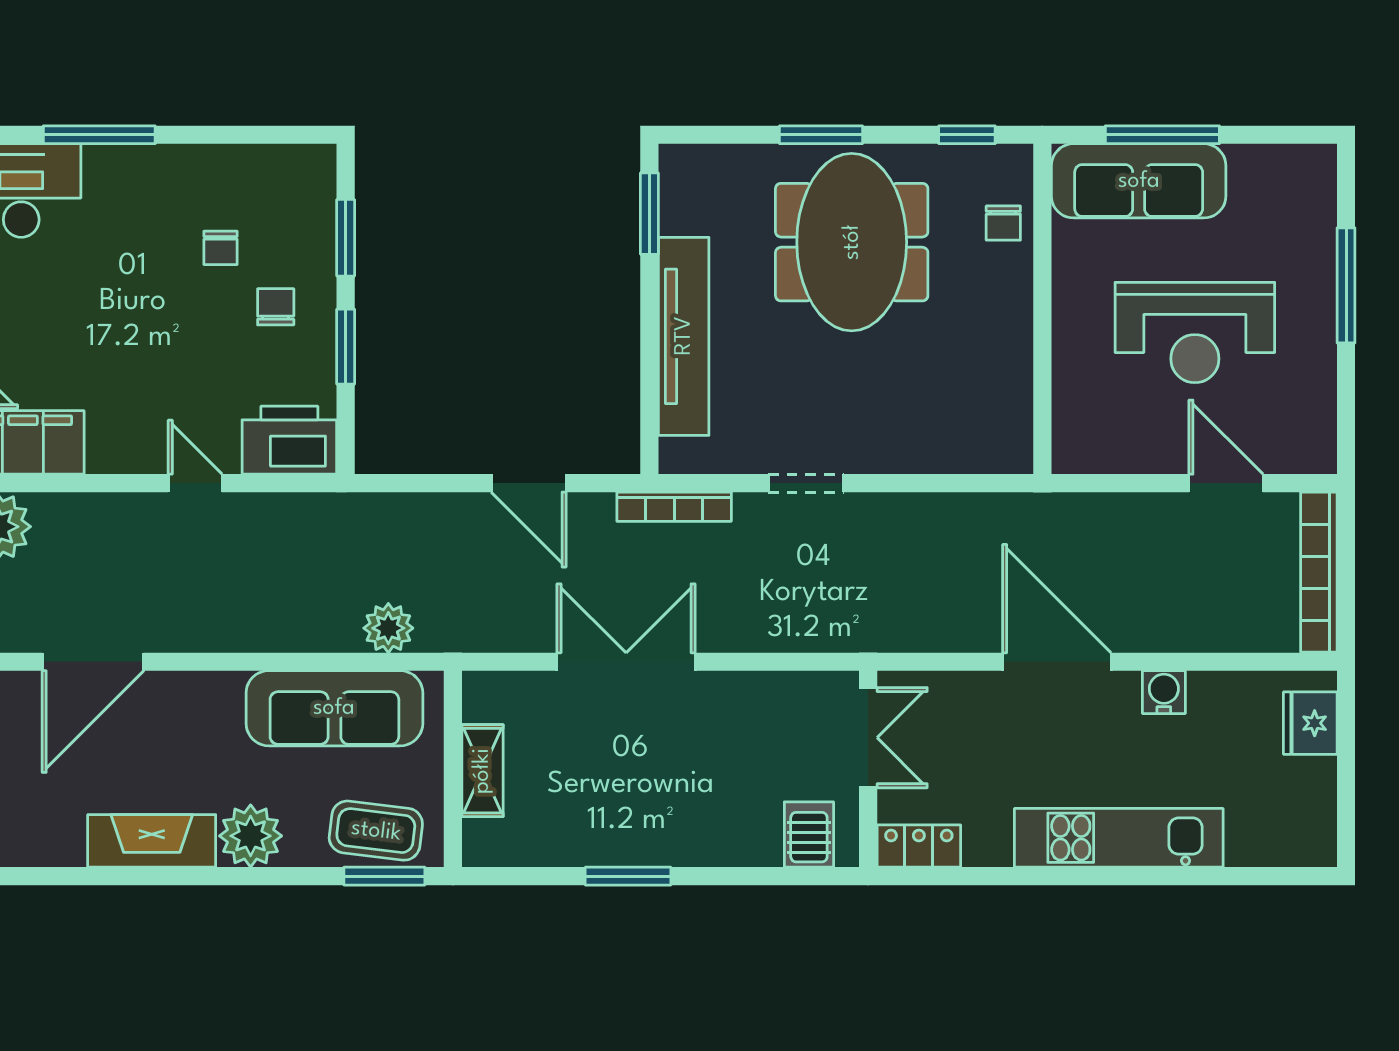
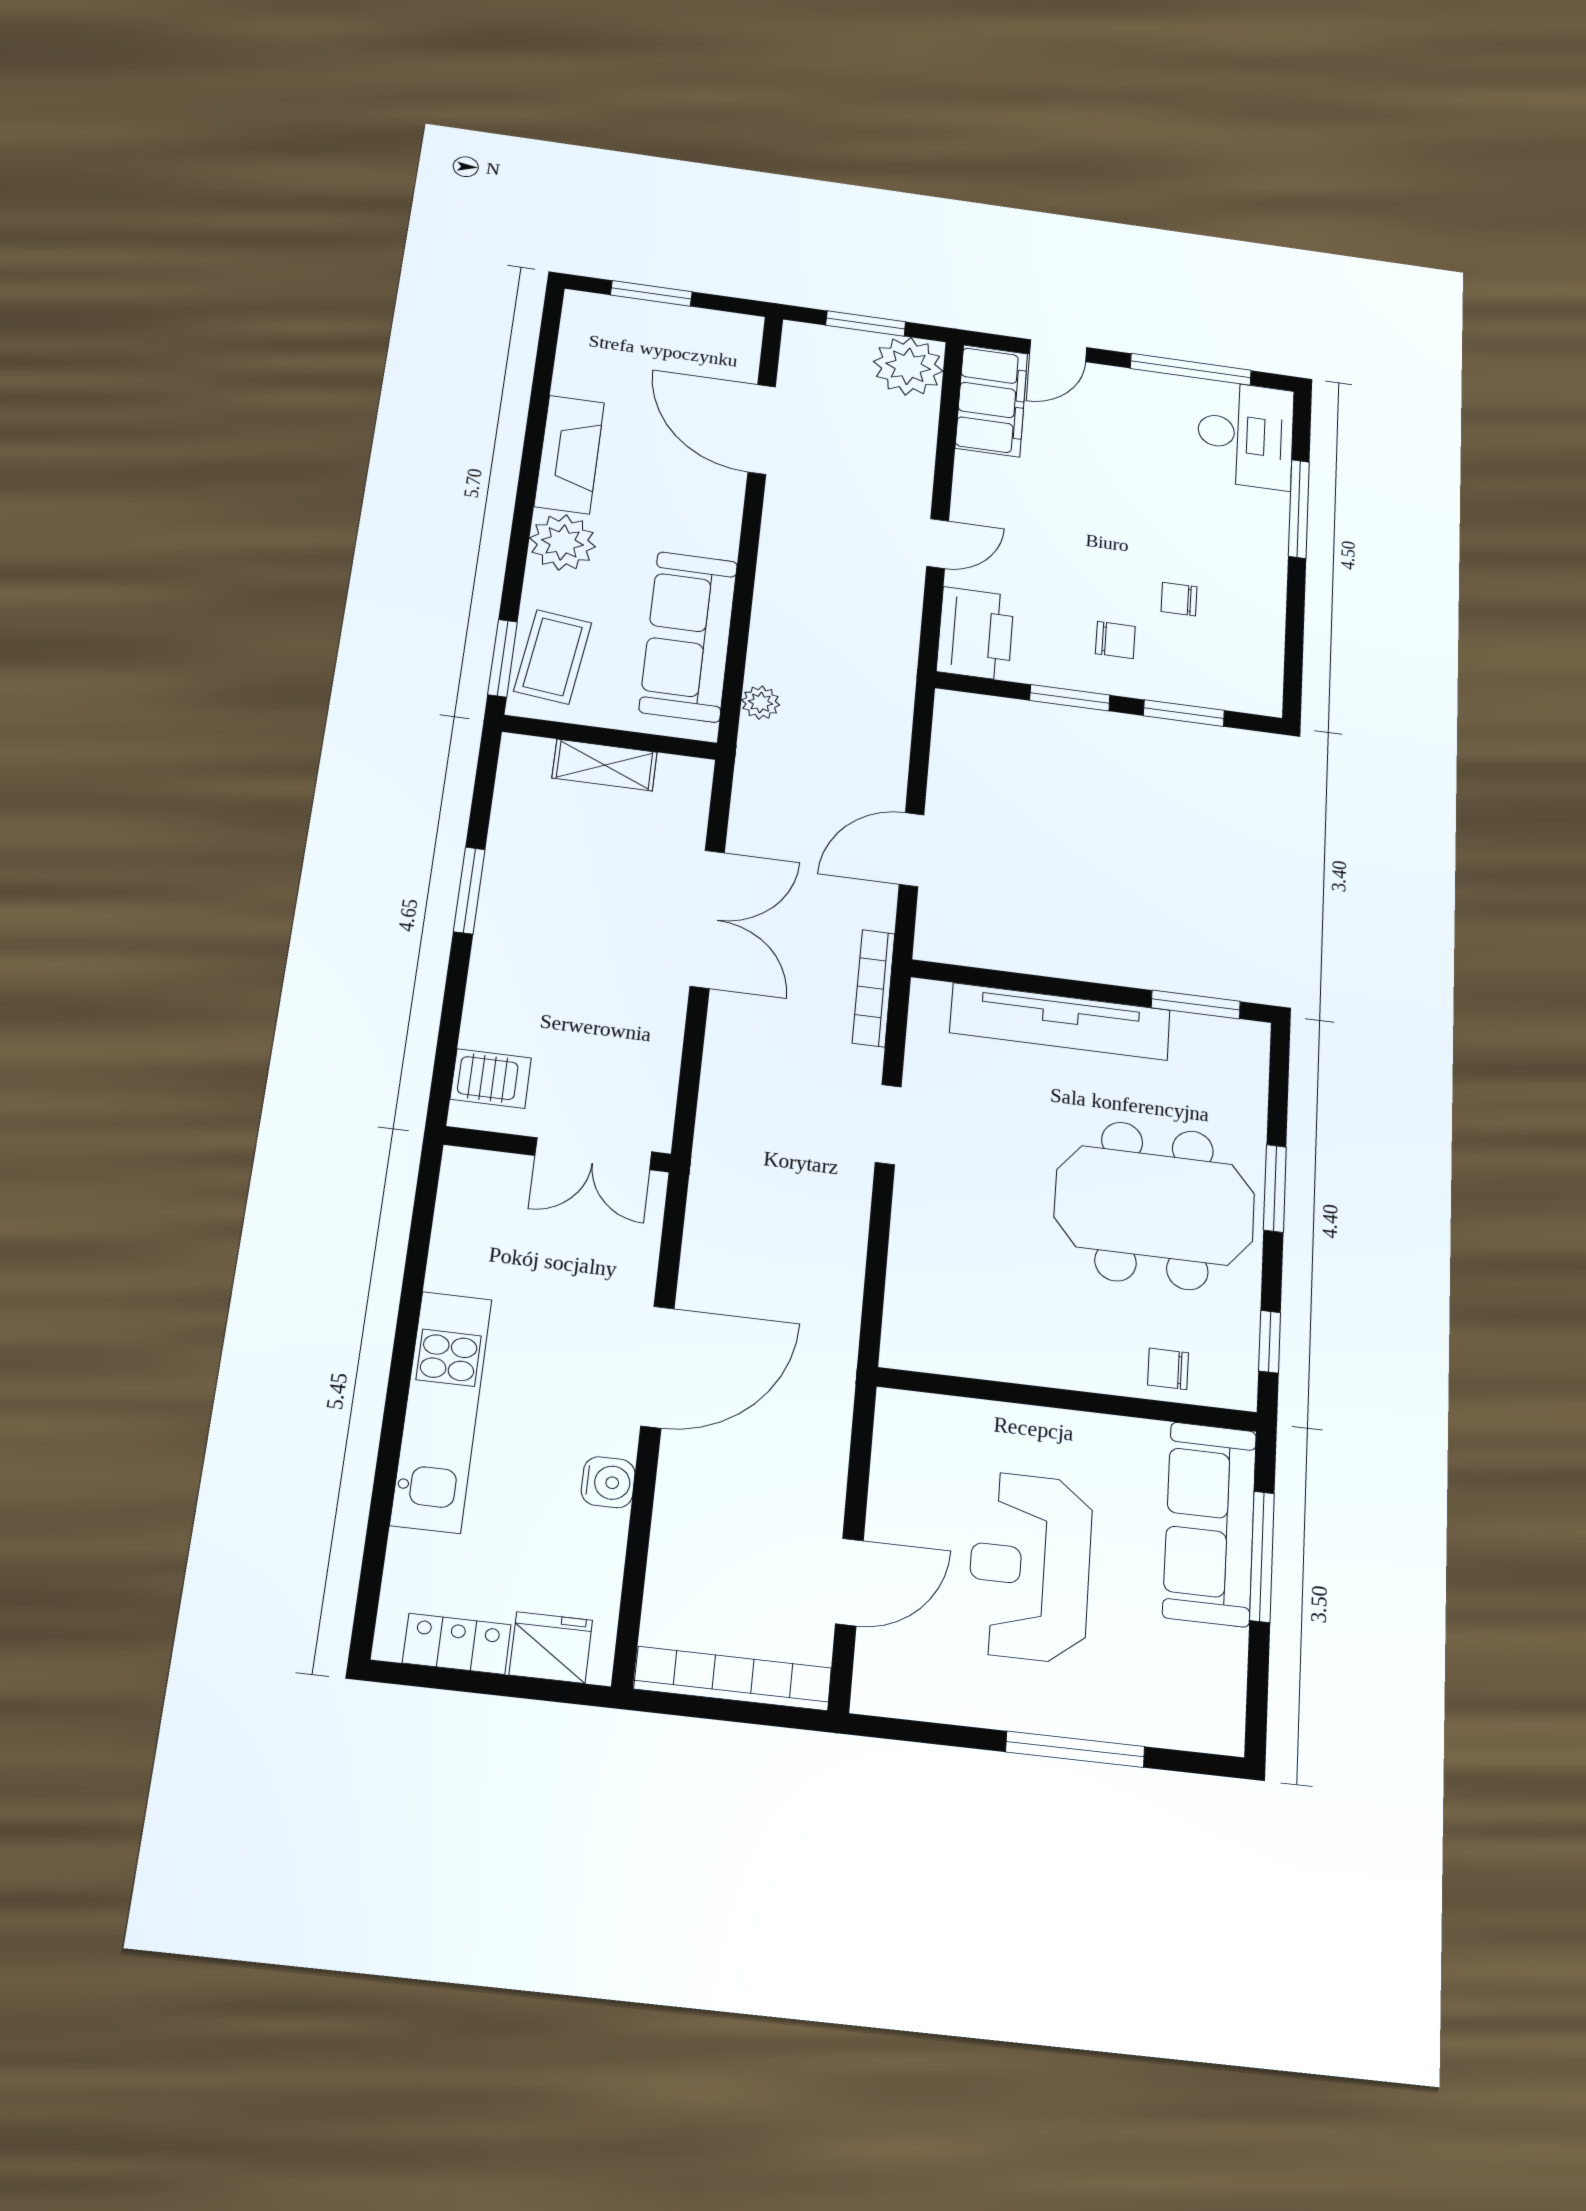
plant: (388, 628) -> (761, 703), width x0.73, depth x0.73
locker: (919, 846) -> (457, 1644), moved, turned -90

